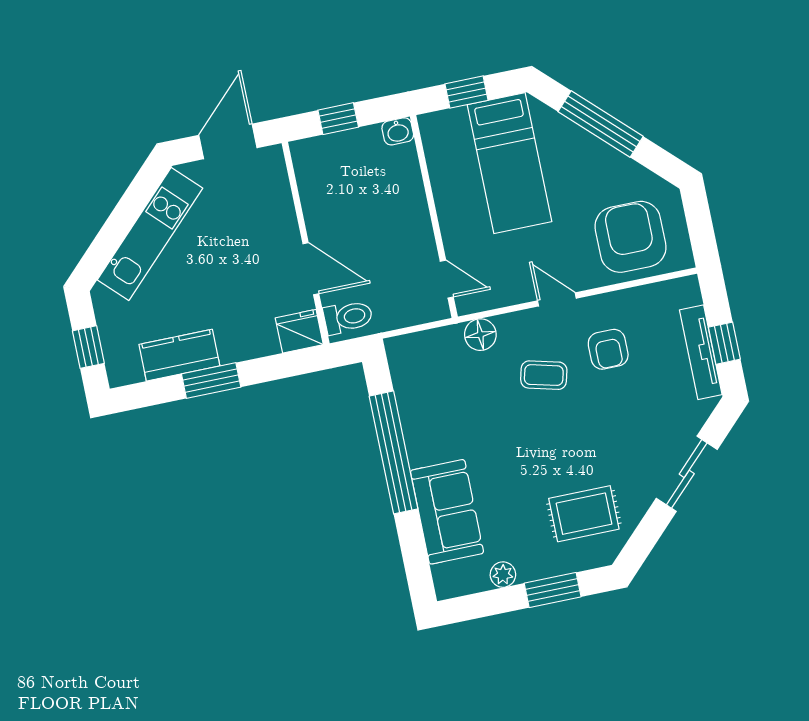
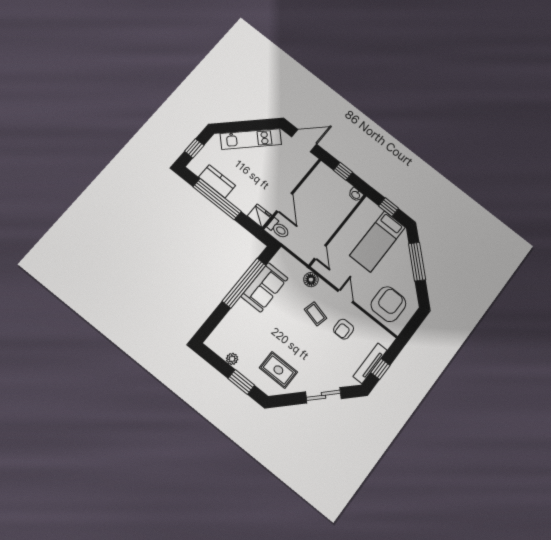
window: (211, 381) -> (217, 199), width x2.11
sofa: (447, 512) -> (265, 287), moved

